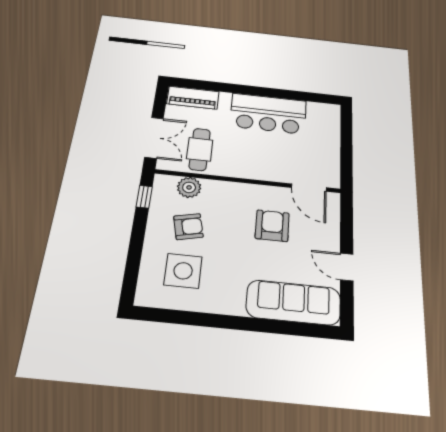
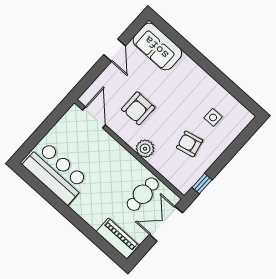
bar counter: (268, 114) -> (56, 173), moved
plant: (189, 187) -> (145, 149), moved
side table: (183, 271) -> (213, 117), width x0.54, depth x0.54
sofa: (293, 302) -> (157, 47), width x0.73

